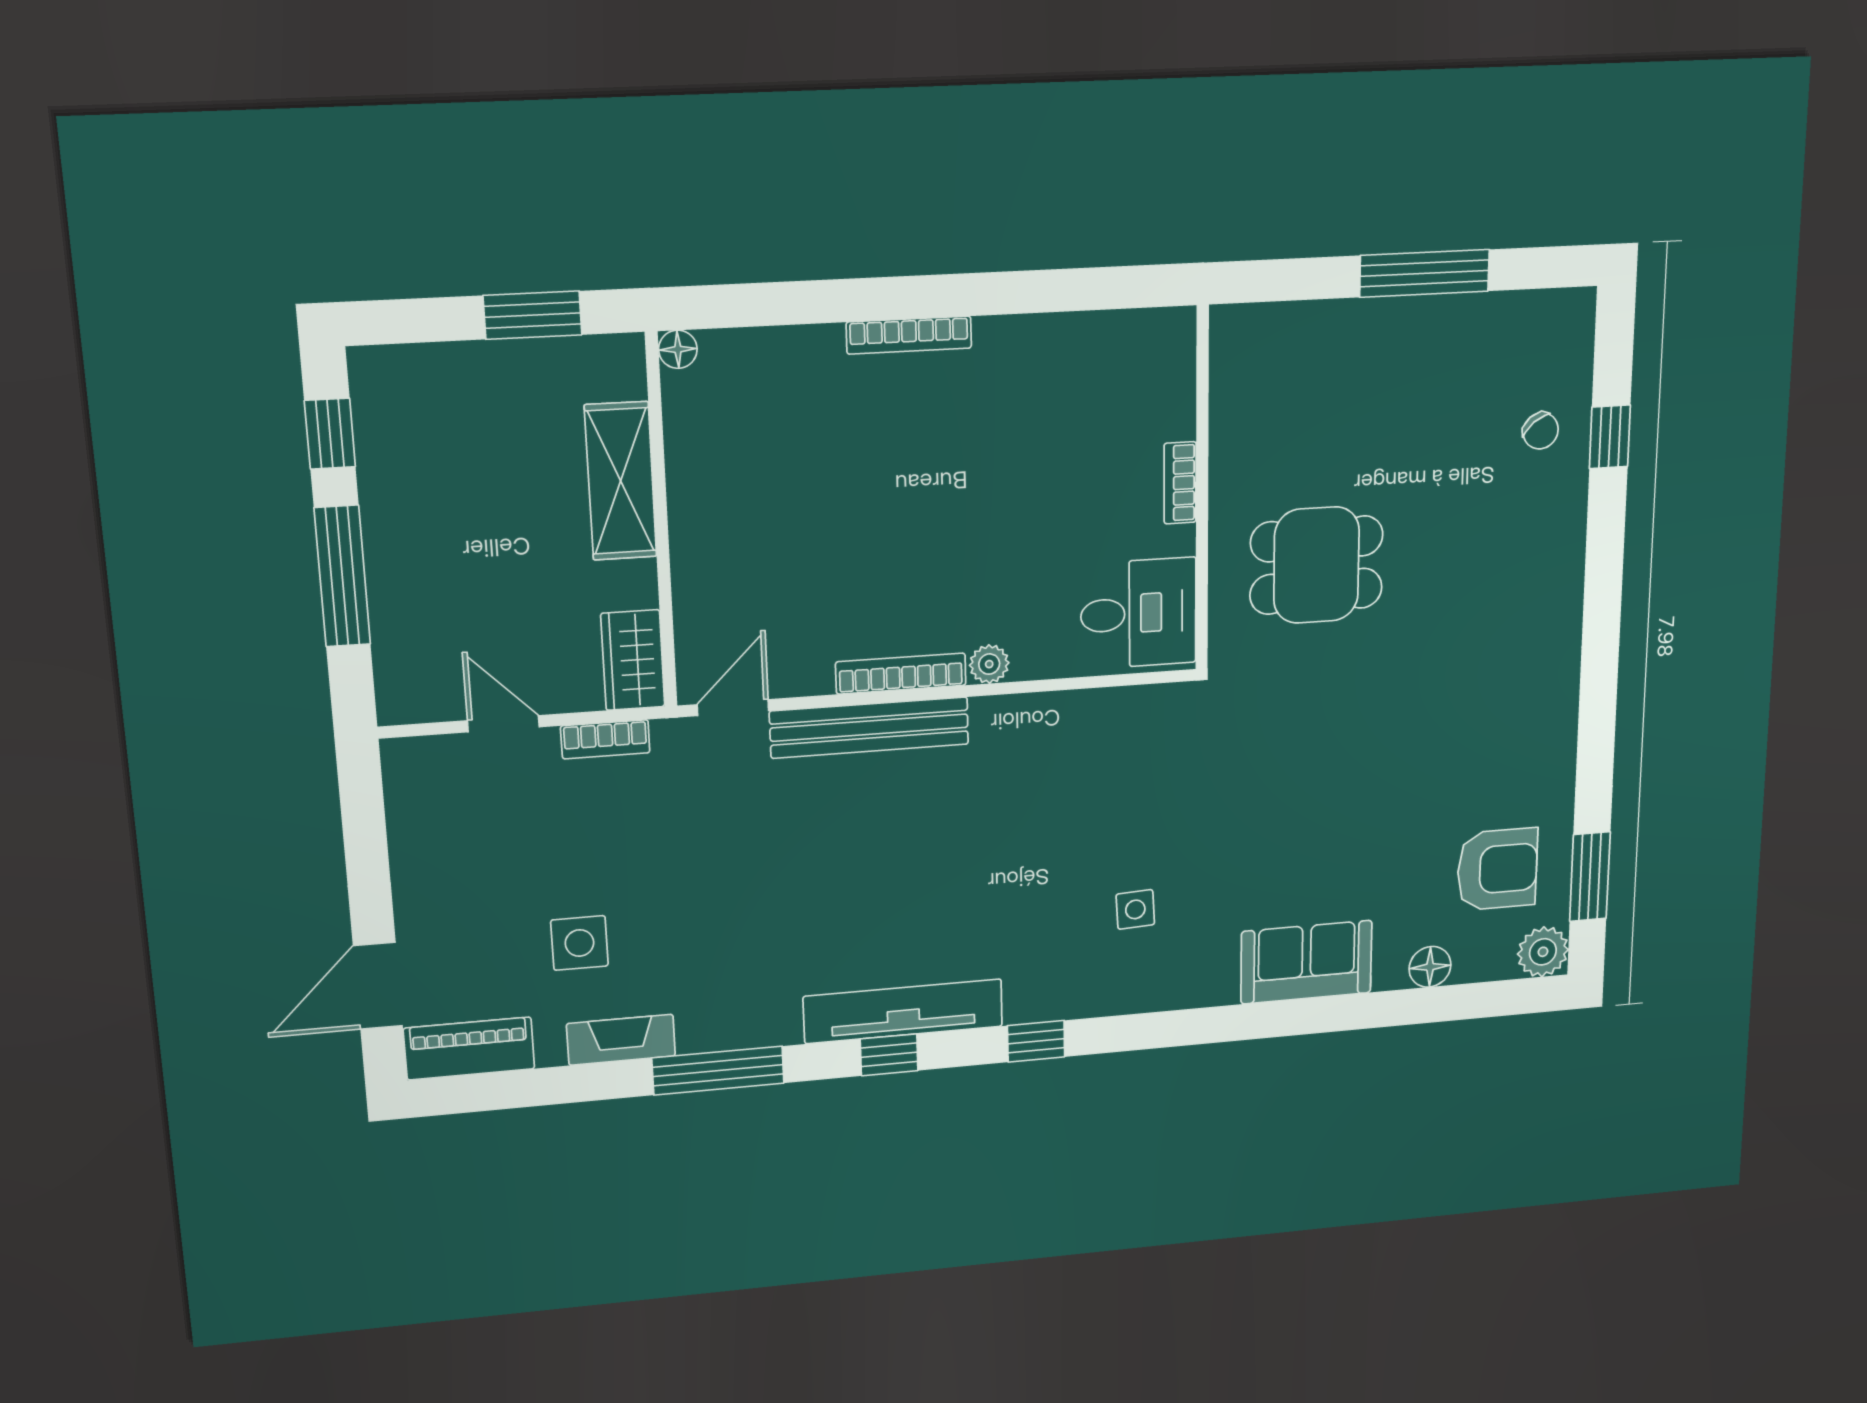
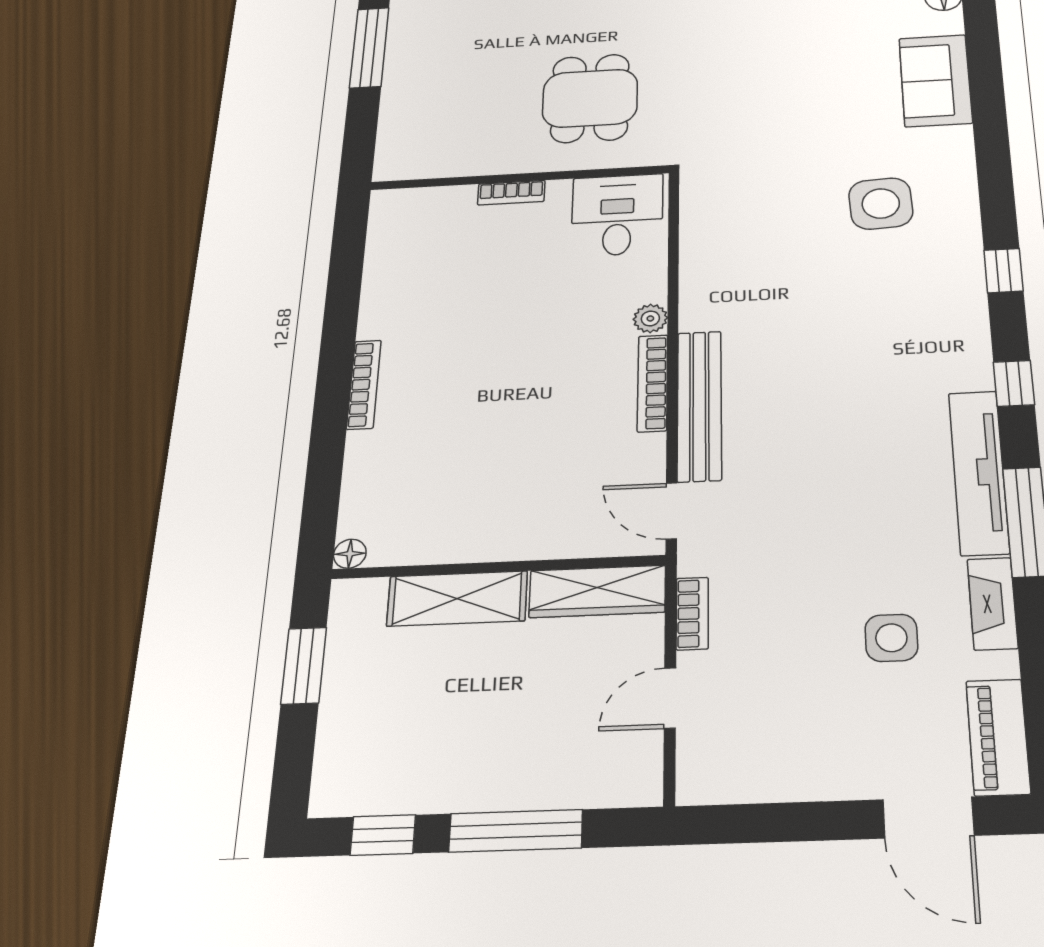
wardrobe: (633, 660) -> (597, 591), width x1.50
side table: (1135, 909) -> (881, 204), width x1.87, depth x1.87
tv unit: (903, 1011) -> (979, 472), moved

